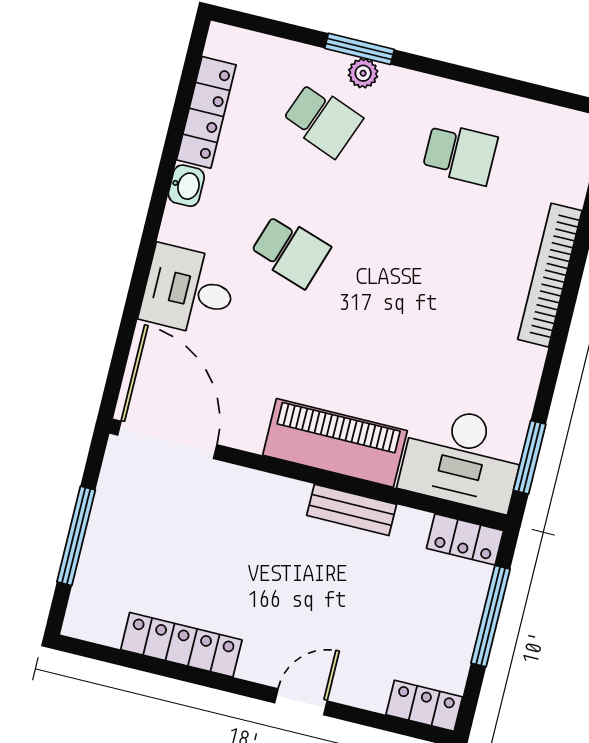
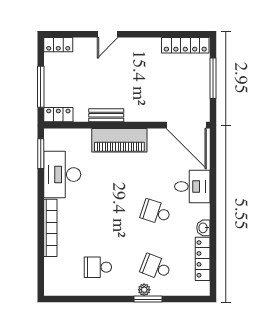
desk: (462, 458) -> (62, 175), moved, turned -90
locker: (181, 645) -> (185, 45), moved

